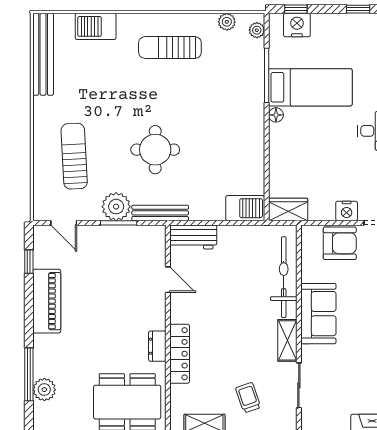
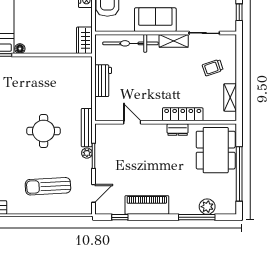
plant: (116, 207) -> (87, 153), width x0.53, depth x0.53
barbecue: (245, 208) -> (83, 70), removed
workbench: (193, 237) -> (103, 81), moved
door: (168, 280) -> (132, 122), hinge flipped

